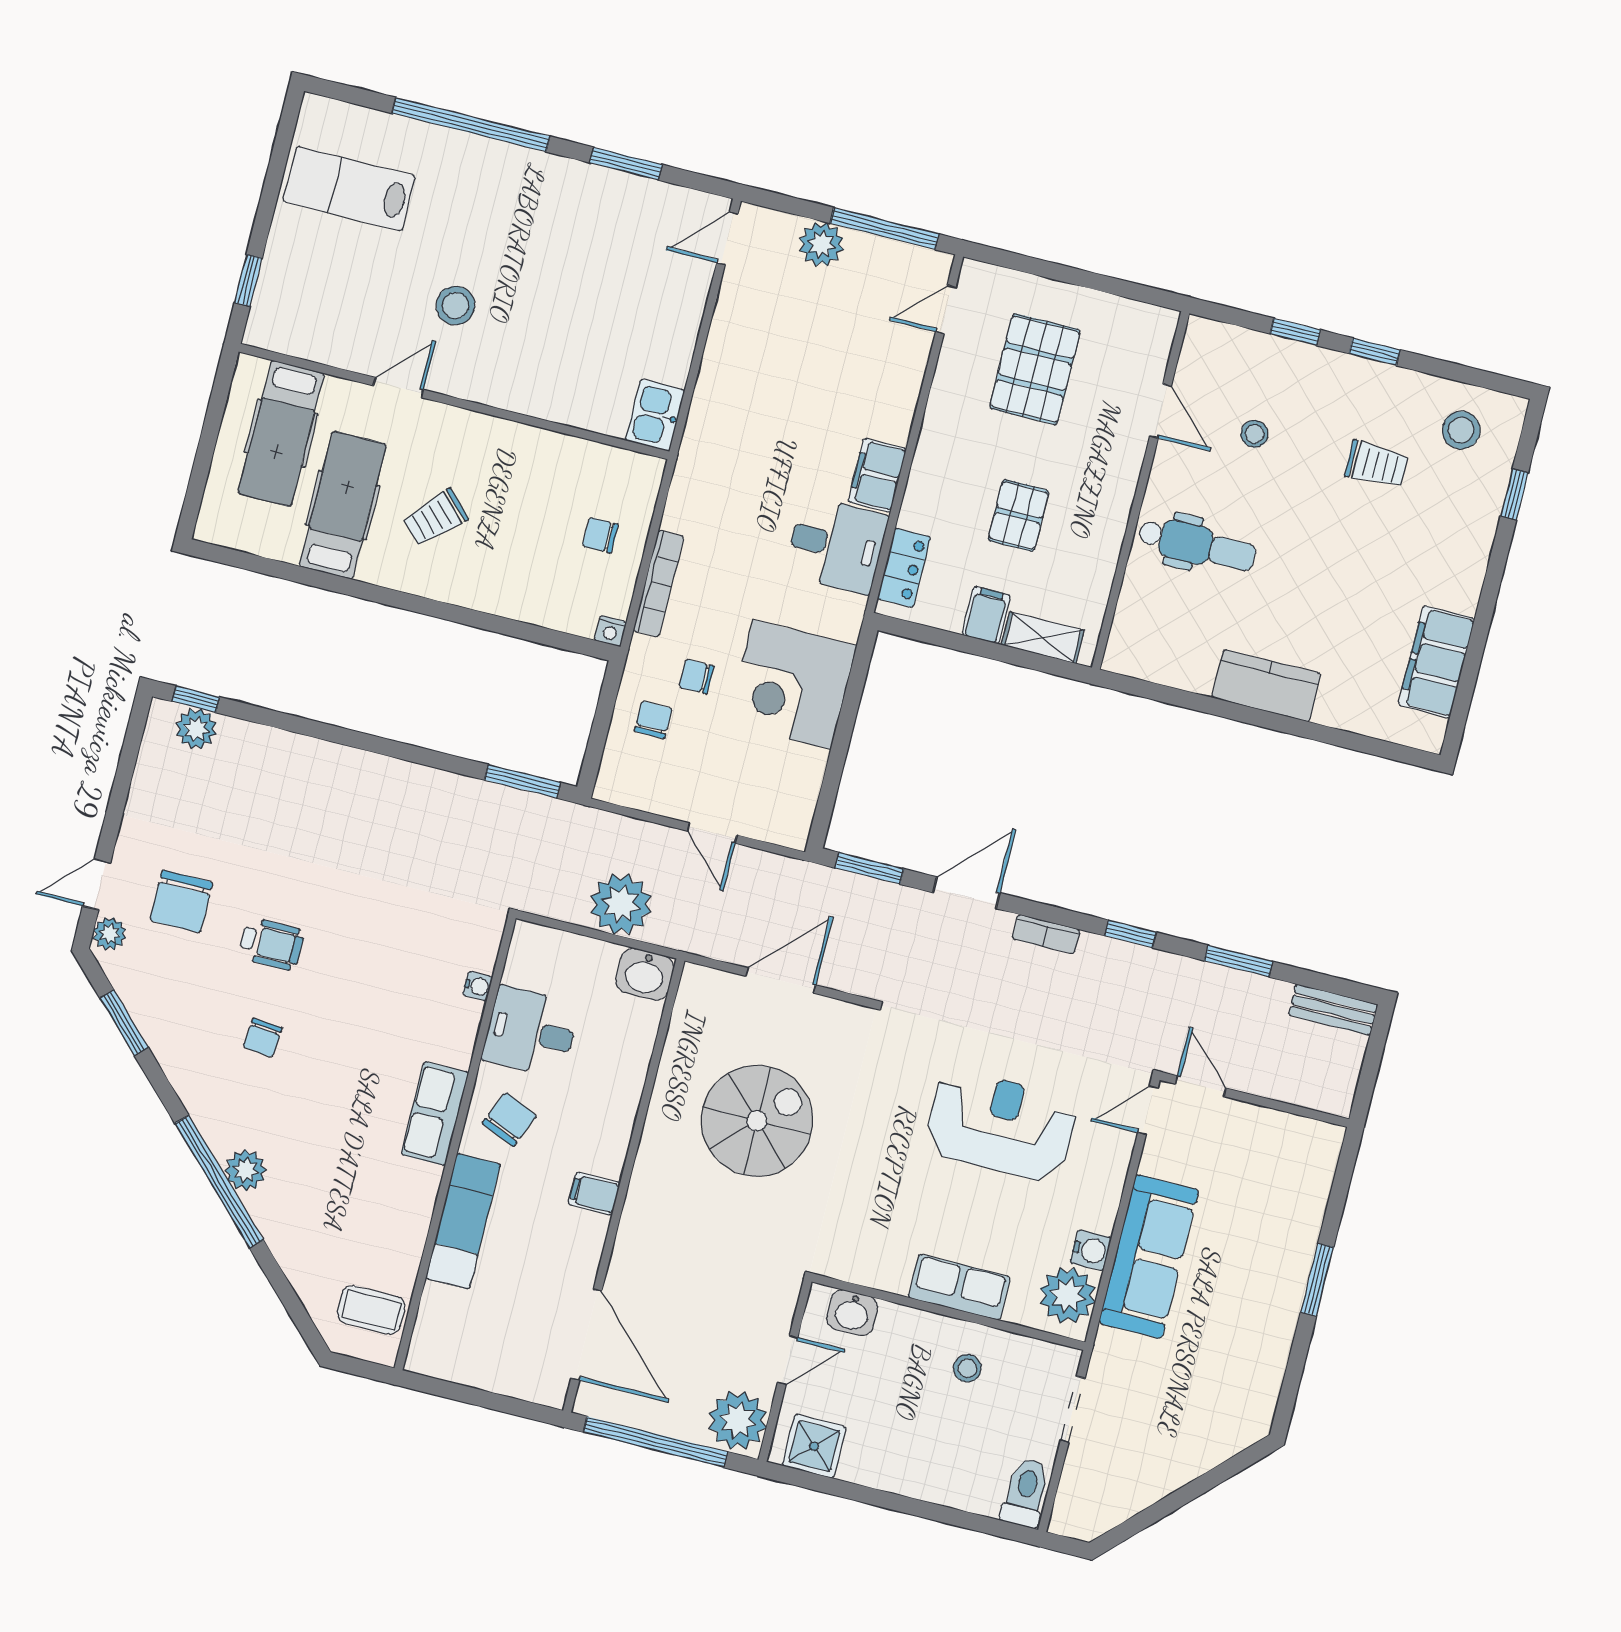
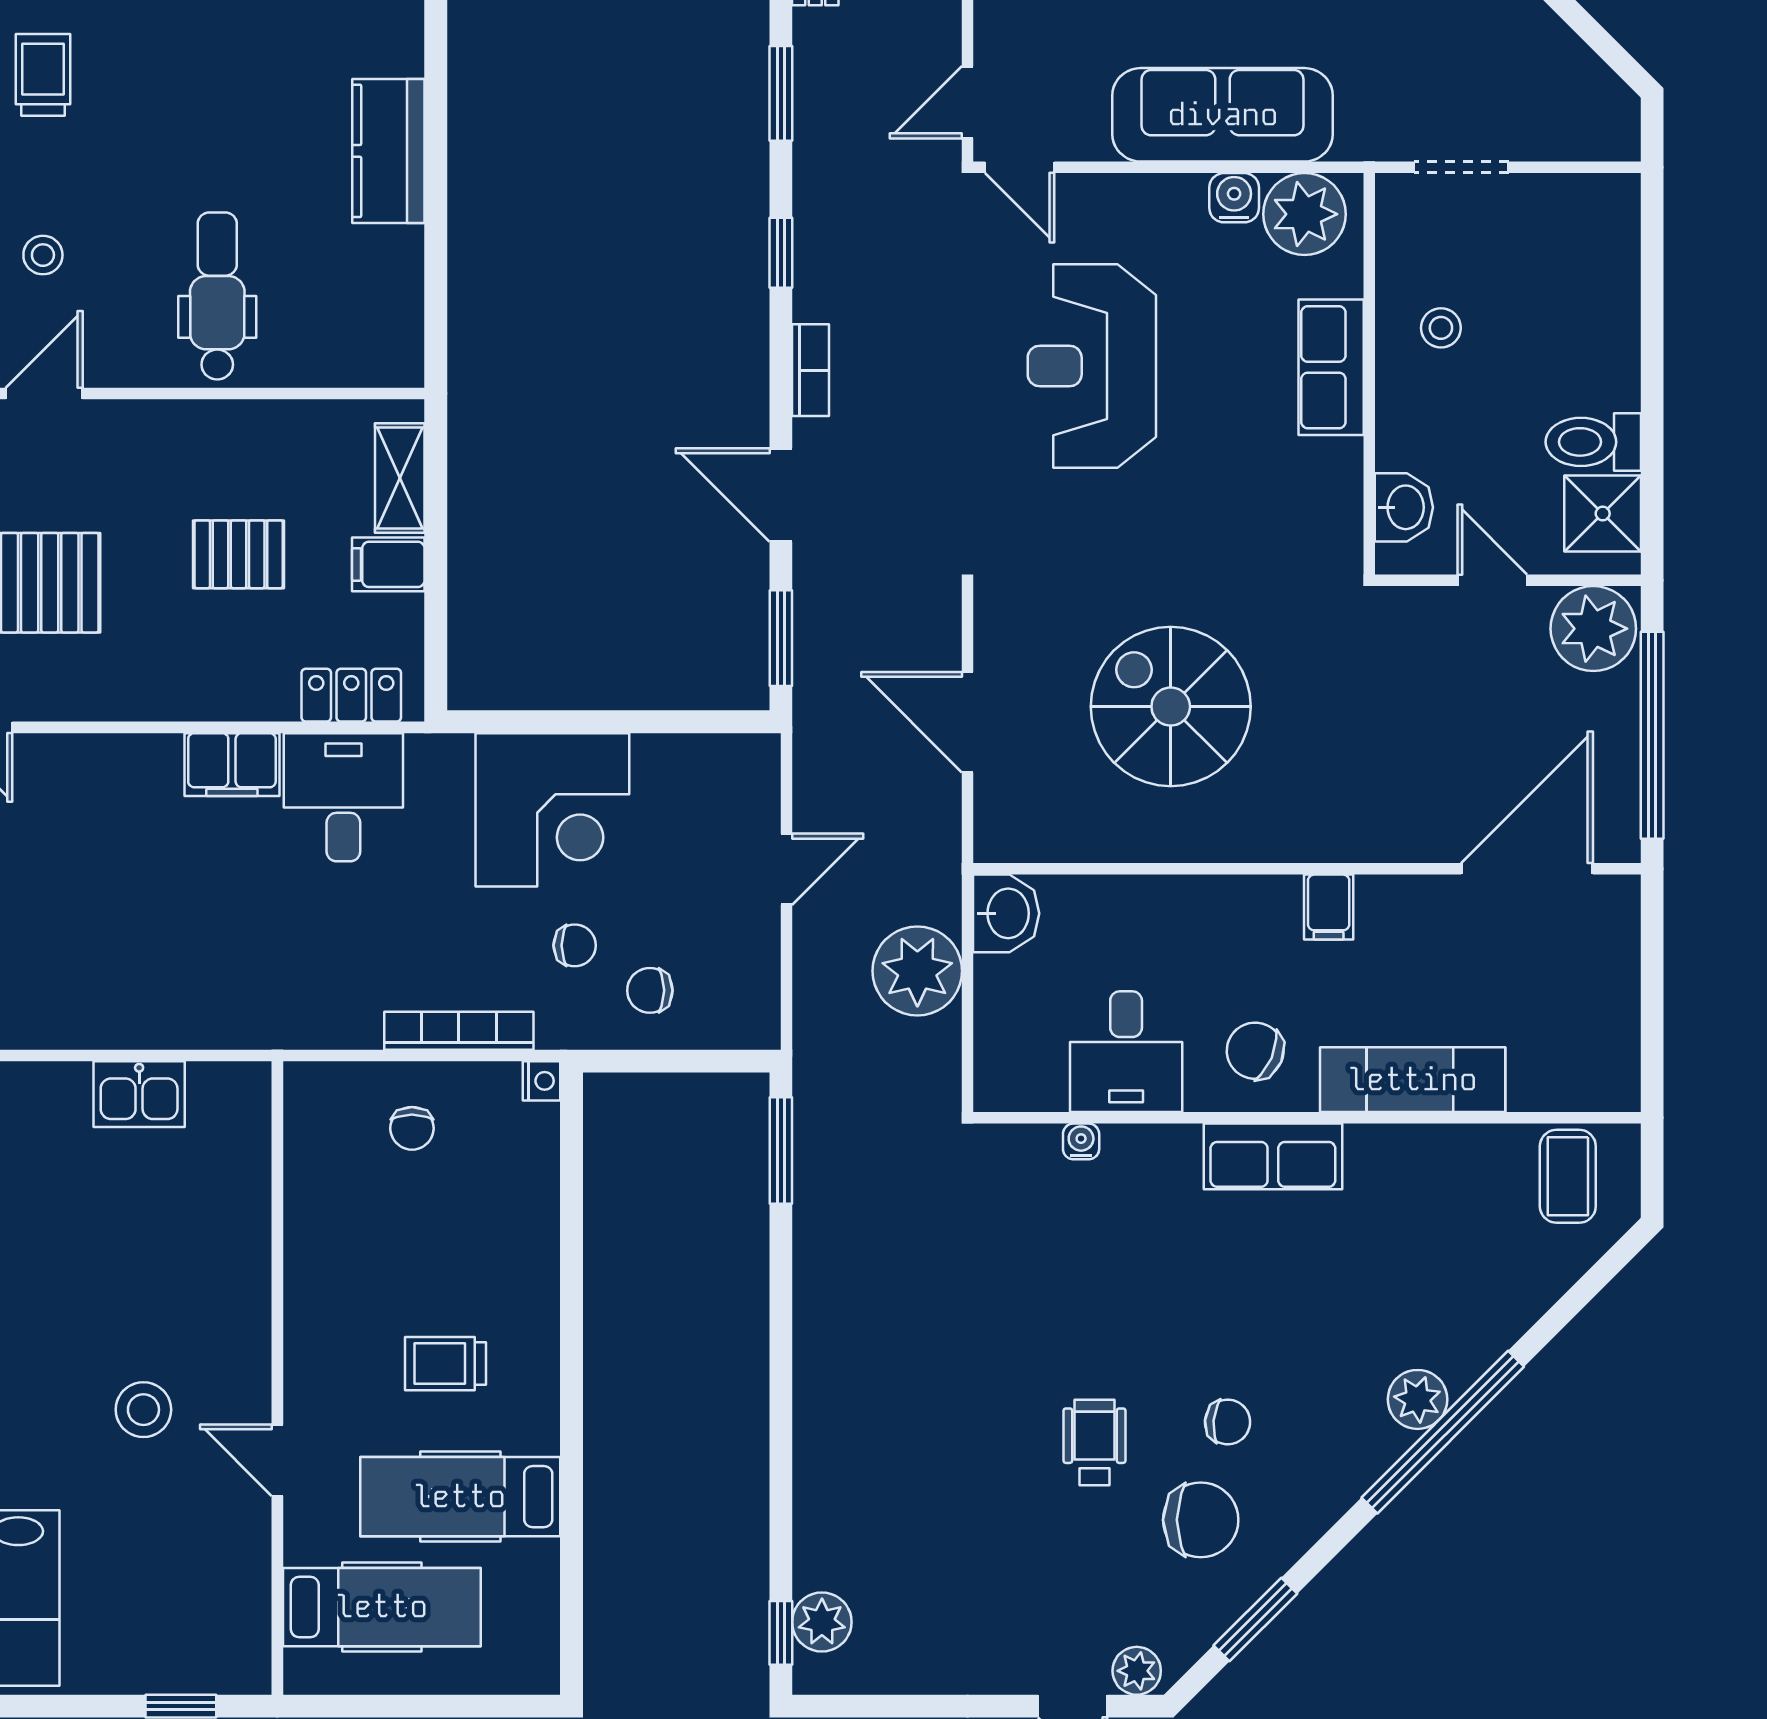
kitchen sink: (655, 415) -> (139, 1094), moved
trolley: (435, 518) -> (445, 1364), turned 135
chair: (696, 677) -> (575, 945), turned -90
chair: (181, 901) -> (1201, 1520), moved
toilet: (1025, 1493) -> (1593, 442), moved

